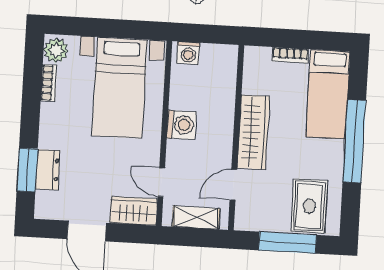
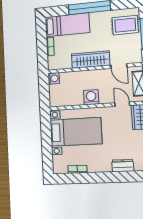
plant: (56, 50) -> (61, 167), removed
washing machine: (188, 53) -> (54, 78), moved
window: (27, 170) -> (124, 177), removed
door: (161, 182) -> (122, 104), swing flipped

